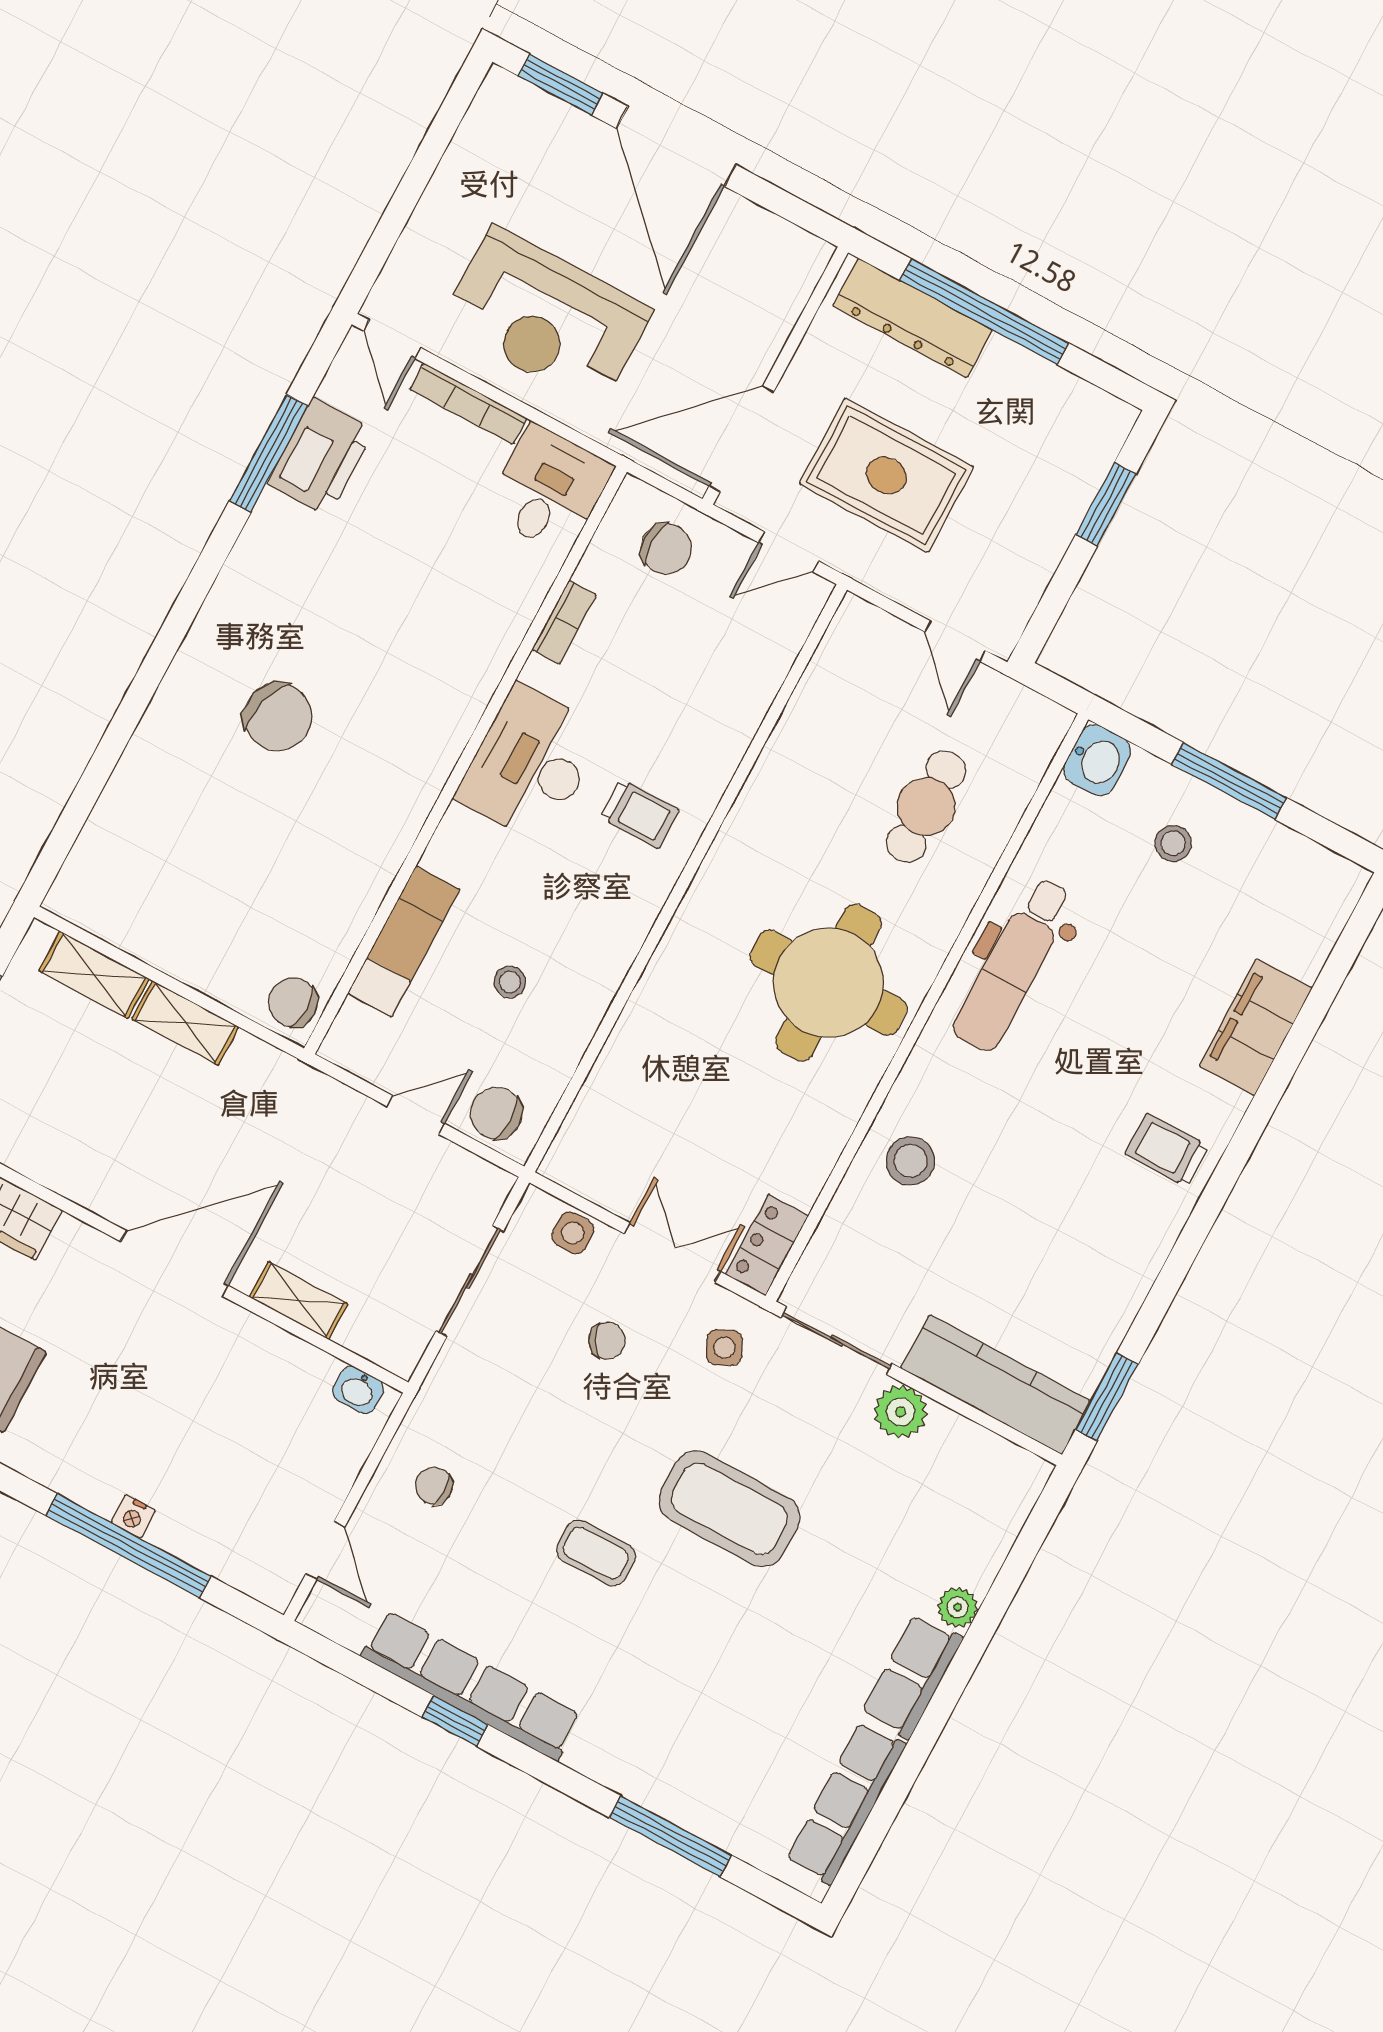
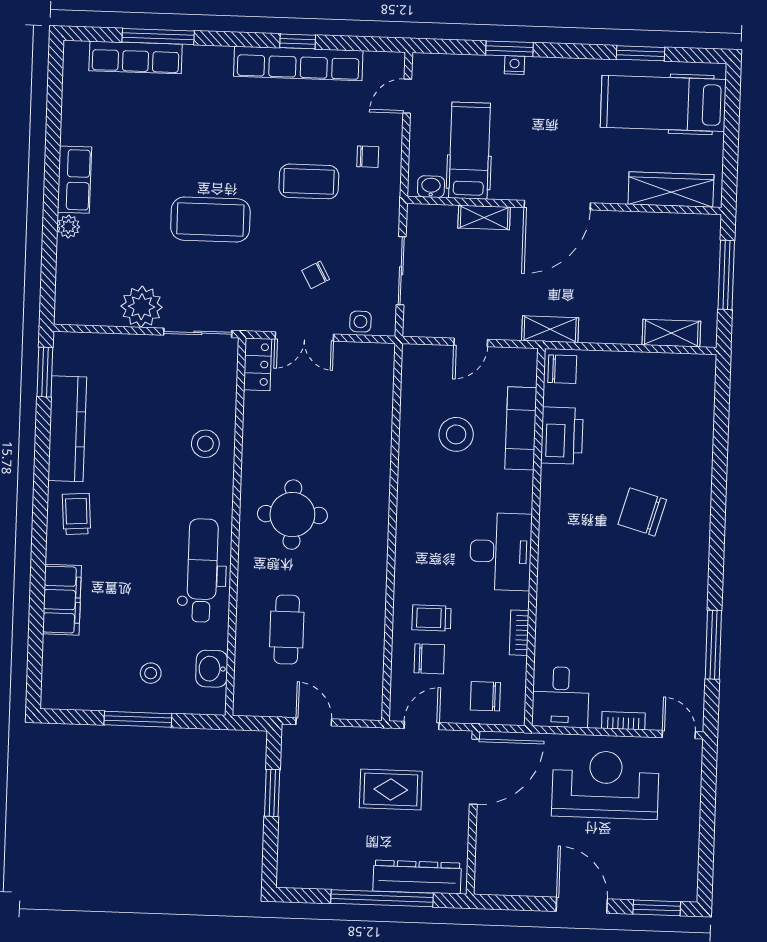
door: (676, 146) -> (582, 905), width x0.73
bookcase: (468, 404) -> (623, 721), width x0.64
printer: (321, 457) -> (562, 436), moved, turned 180
rug: (886, 475) -> (391, 789), width x0.73, depth x0.70
window: (1106, 504) -> (272, 793), moved
washbasin: (1097, 760) -> (212, 669), moved
trolley: (640, 814) -> (432, 618), moved
stool: (510, 982) -> (456, 434), width x1.89, depth x1.89
round table: (828, 983) -> (292, 515), width x0.73, depth x0.73
shelving: (185, 1023) -> (550, 329), moved
chair: (496, 1113) -> (429, 659), moved
trolley: (1167, 1150) -> (76, 514), turned -94
side table: (724, 1348) -> (254, 301), removed
kitchen counter: (996, 1385) -> (67, 429), moved, turned -90
plant: (901, 1412) -> (142, 307), width x1.36, depth x1.36
hospital bed: (270, 1417) -> (470, 151), added
window: (128, 1546) -> (510, 49), width x0.47
door: (325, 1550) -> (407, 96), hinge flipped
coffee table: (596, 1553) -> (309, 181), moved, width x1.36, depth x1.30
row of seats: (846, 1803) -> (136, 57), moved, turned 90

